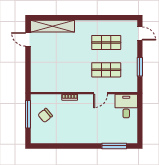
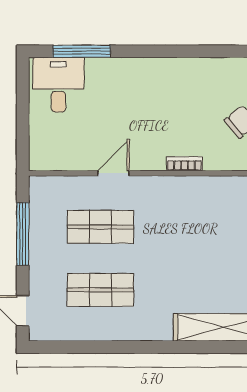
window: (140, 67) -> (23, 234), width x1.44
desk: (126, 106) -> (58, 85), moved, turned 180

